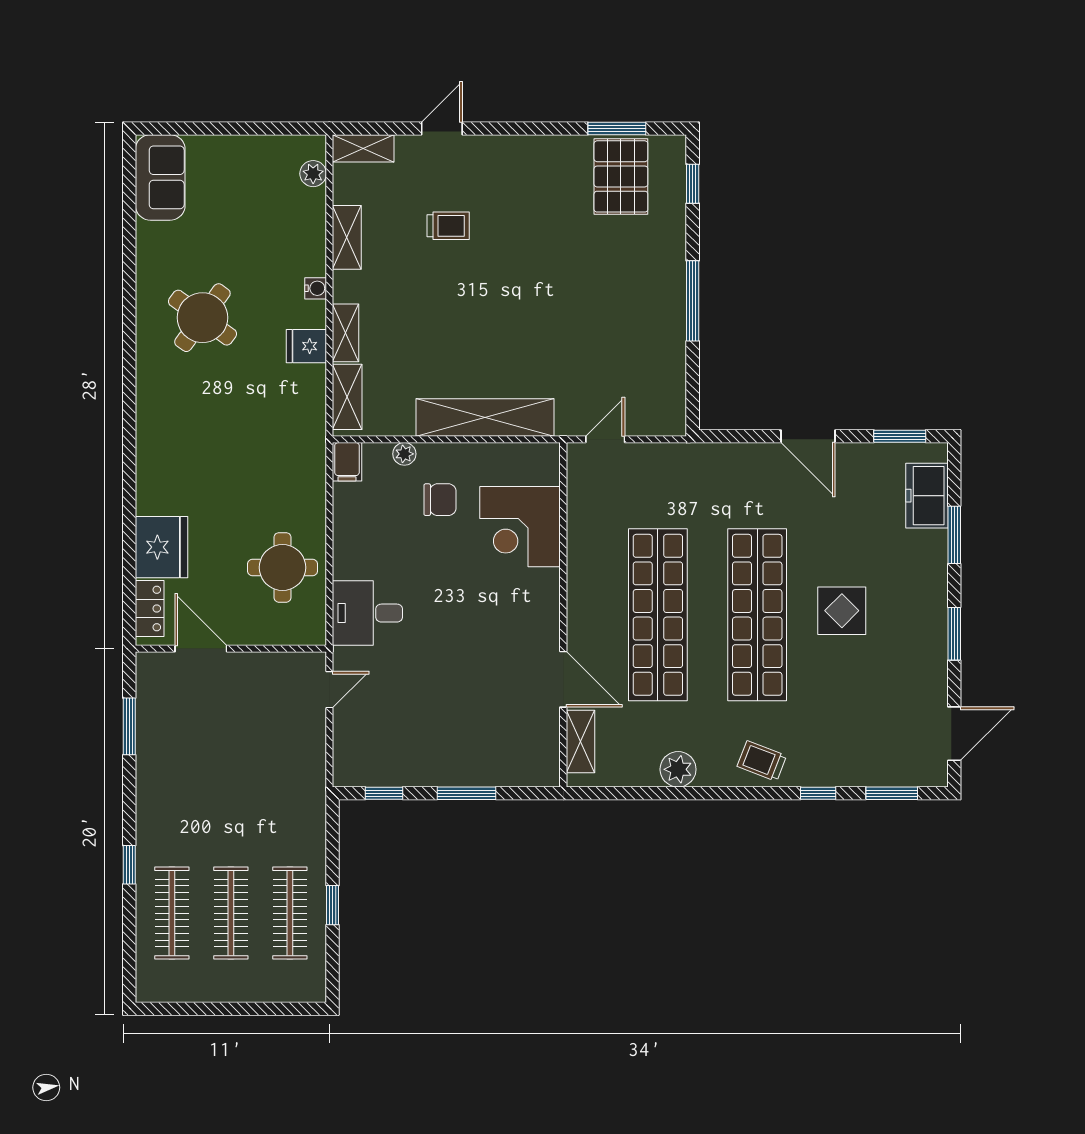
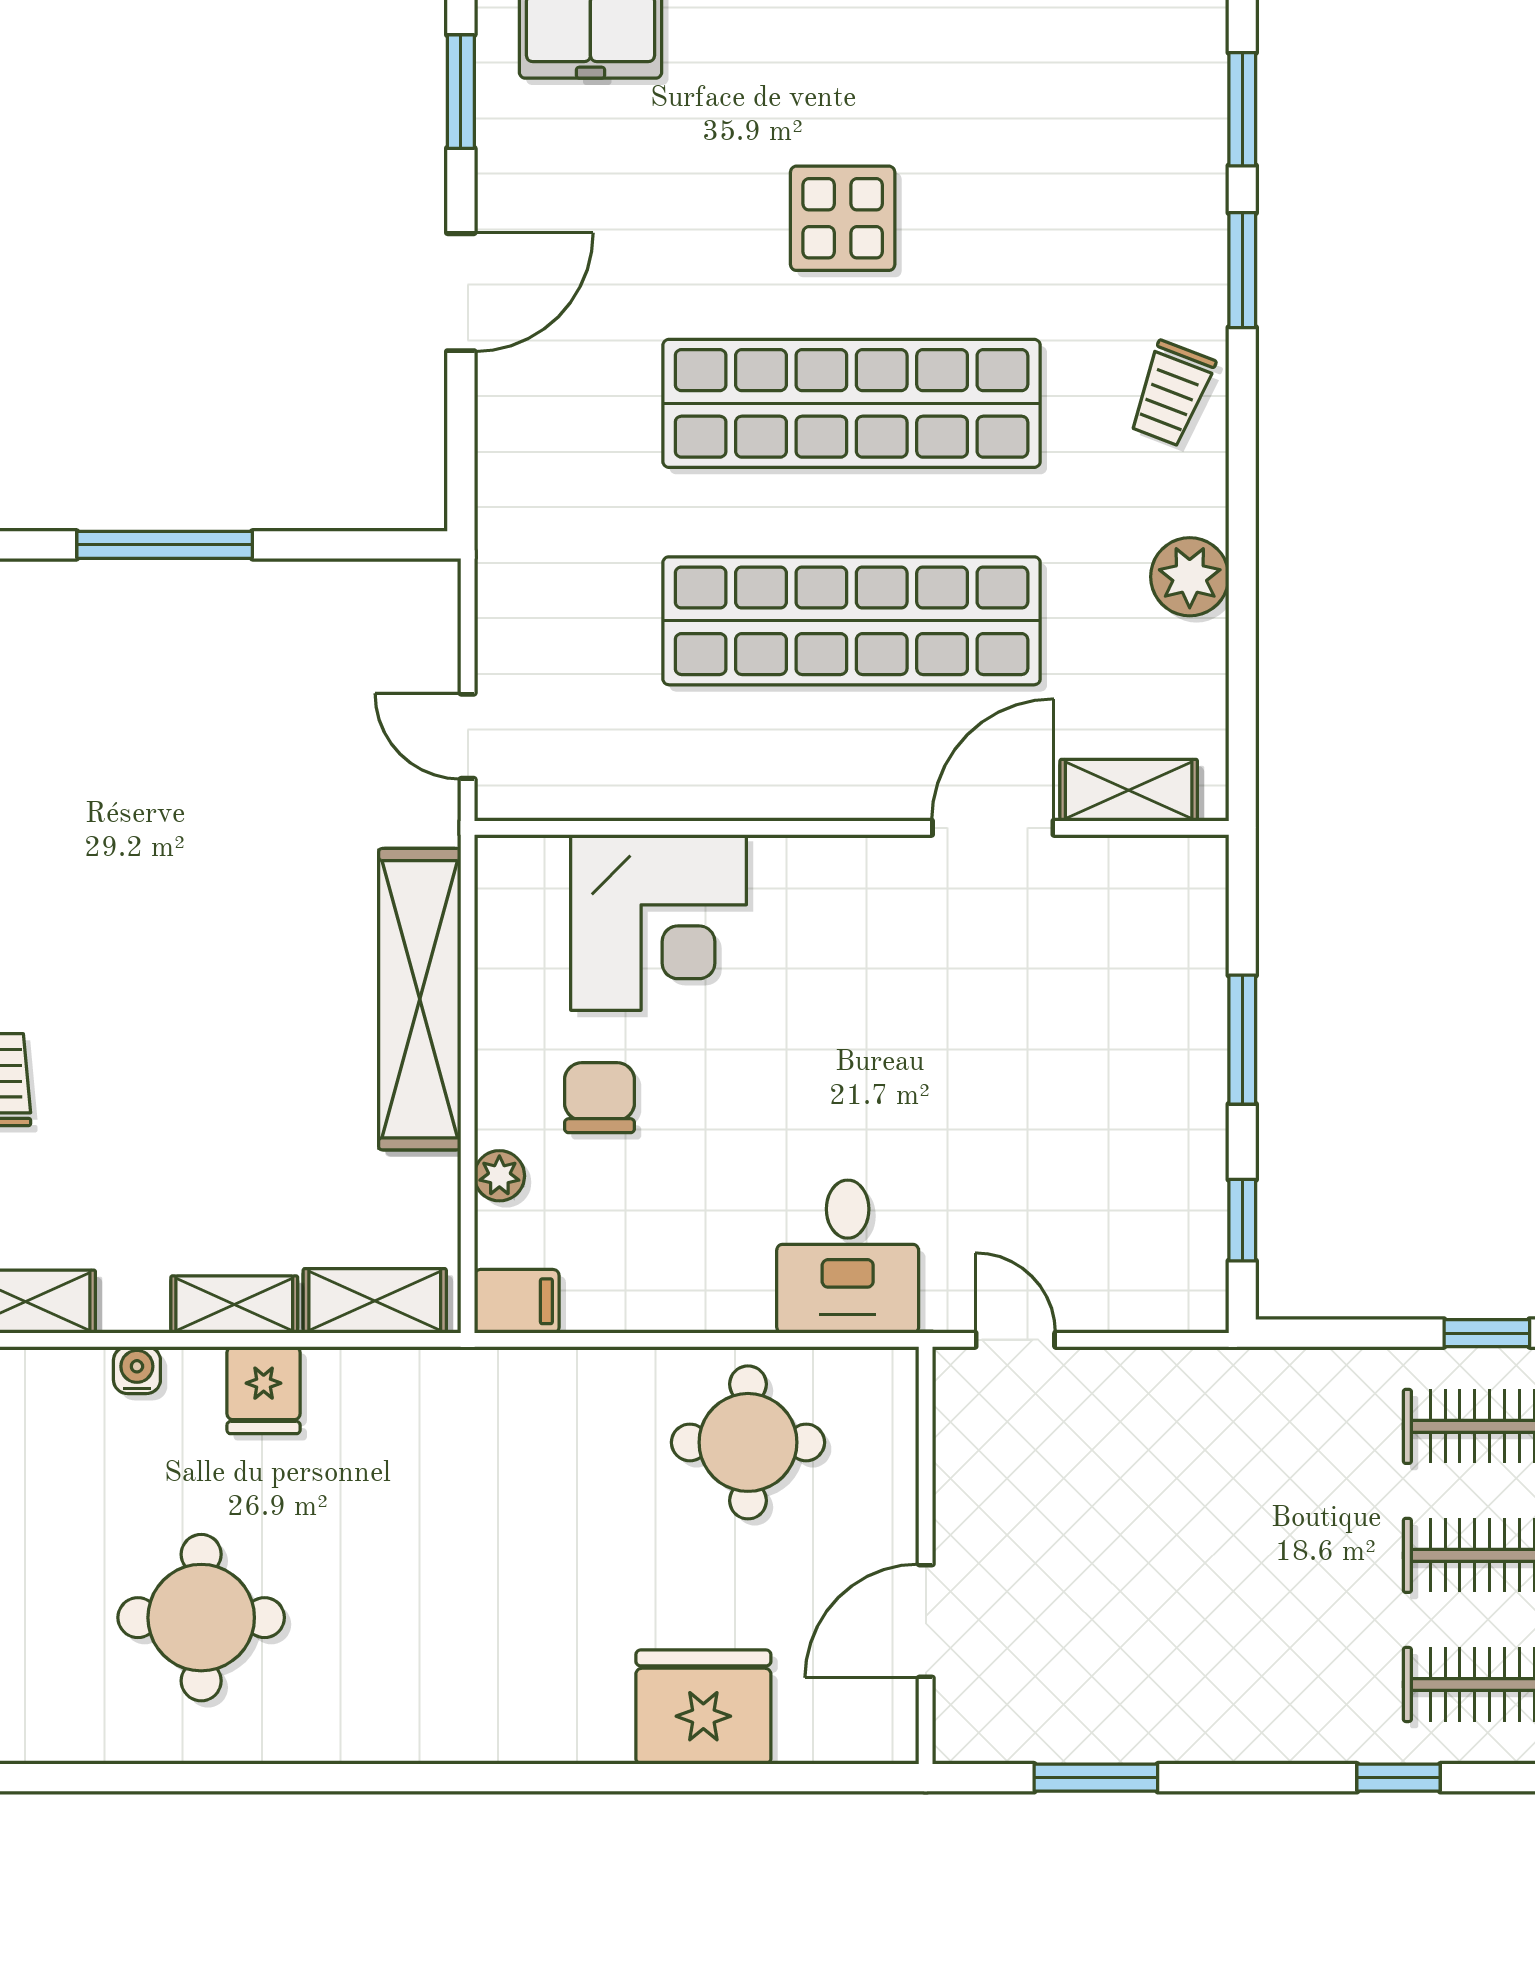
round table: (202, 318) -> (201, 1618), turned -36
locker: (150, 609) -> (838, 1733), removed
window: (818, 793) -> (1242, 270), width x1.50

